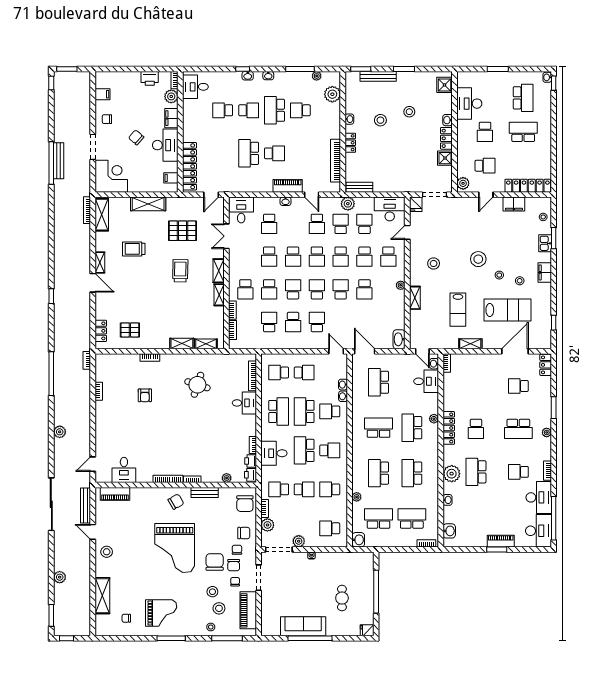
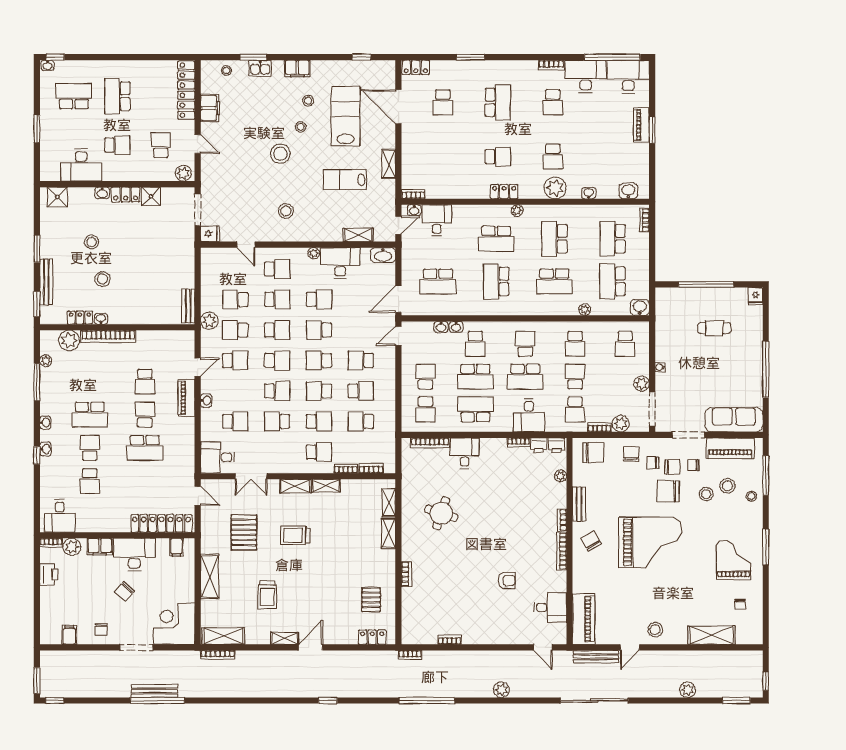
school desk: (300, 110) -> (145, 381), moved
locker: (350, 143) -> (80, 318), moved
bookcase: (336, 161) -> (108, 336), moved
desk: (390, 209) -> (340, 263), moved, turned 90
school desk: (269, 257) -> (277, 421), turned 180
shelving: (415, 298) -> (358, 235), moved
lab bench: (458, 310) -> (345, 180), turned 180
armchair: (145, 395) -> (507, 580), moved
plant: (434, 419) -> (517, 211), moved
locker: (449, 428) -> (504, 192), width x0.66
plant: (547, 432) -> (502, 66), removed
school desk: (476, 472) -> (553, 157), width x0.54
school desk: (412, 473) -> (554, 239), turned 90
piano: (115, 494) -> (584, 619), width x1.37, depth x1.33
sofa: (303, 626) -> (734, 420), moved, turned 90

